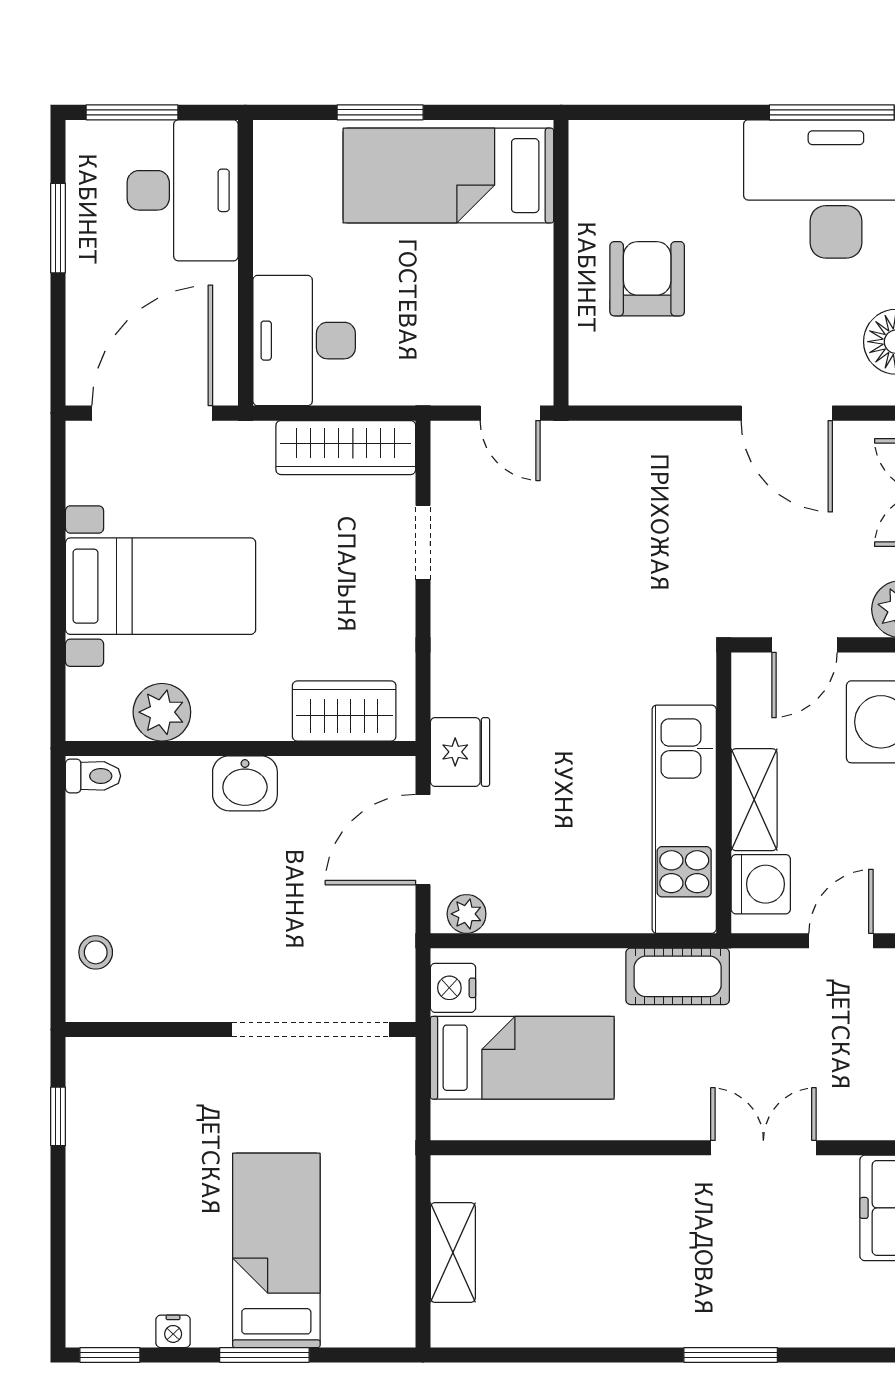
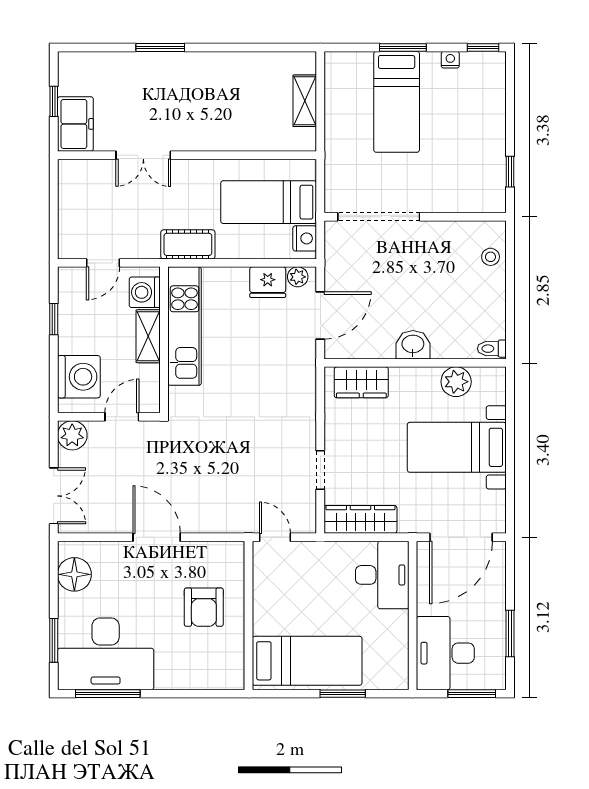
door: (787, 413) -> (157, 537), moved
fridge: (460, 752) -> (268, 282), moved, turned -90

